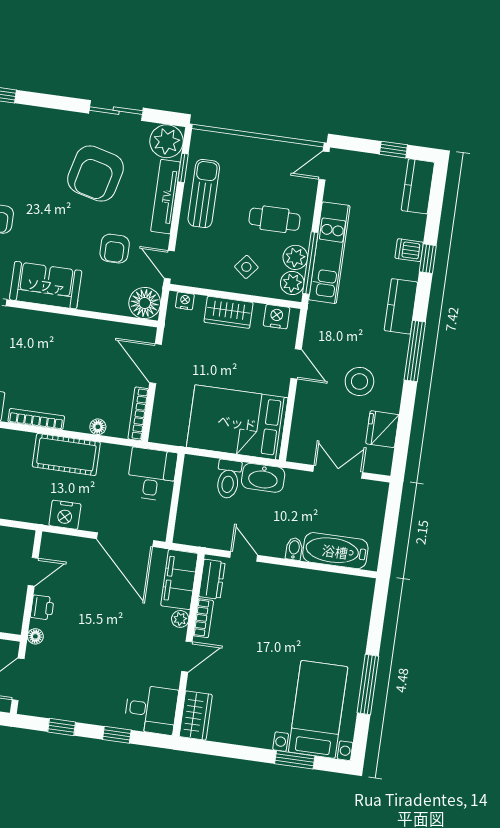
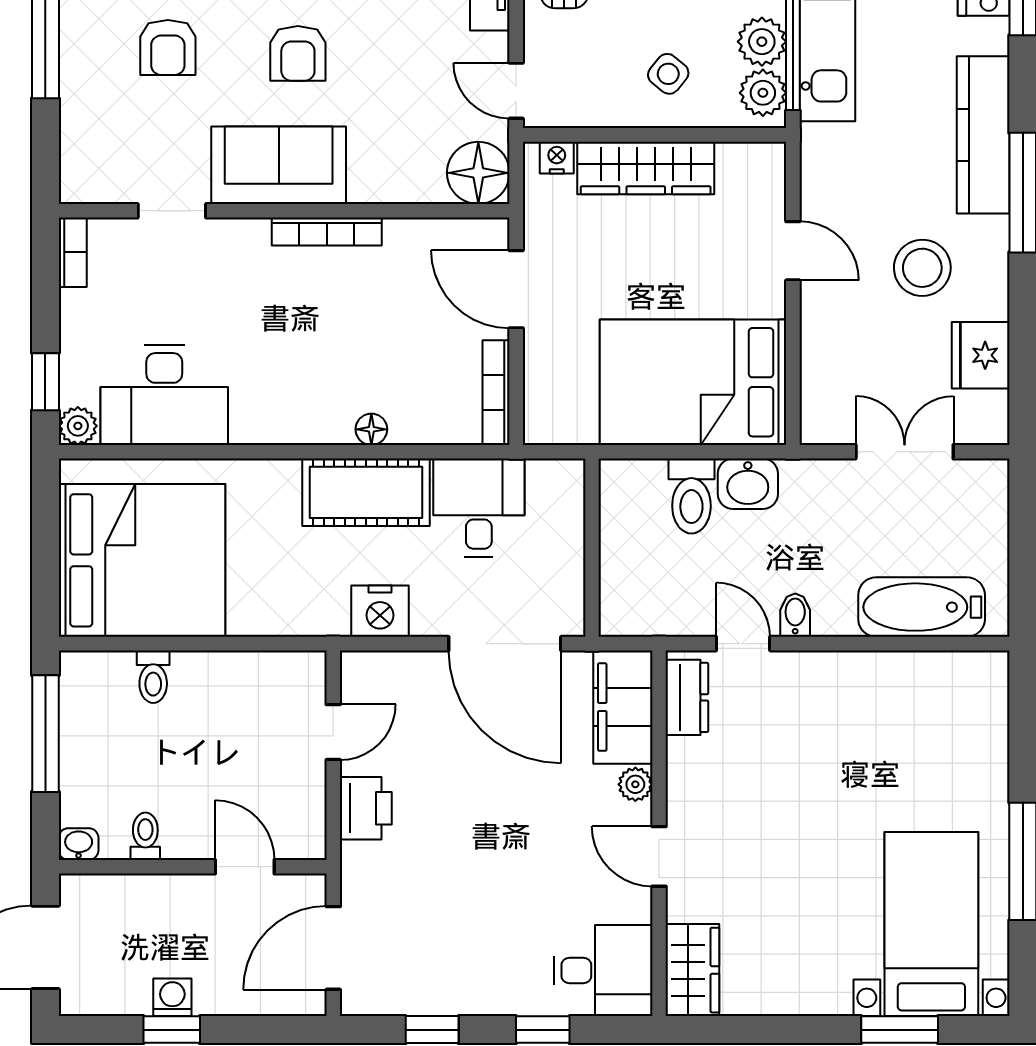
armchair: (115, 249) -> (298, 53), moved
kitchen counter: (401, 306) -> (983, 135), width x1.50
wardrobe: (229, 312) -> (646, 168), width x1.50
nightstand: (277, 317) -> (741, 163), removed
bookcase: (36, 419) -> (327, 231), moved, turned 180
floor lamp: (98, 427) -> (371, 429), moved
desk: (152, 474) -> (479, 508), moved
washbasin: (263, 478) -> (748, 484), width x0.72
bidet: (294, 549) -> (795, 615), moved
printer: (42, 607) -> (366, 808), width x1.36, depth x1.24
bookcase: (203, 618) -> (681, 776), removed
floor lamp: (35, 636) -> (355, 859), removed
door: (187, 657) -> (659, 856), swing flipped

